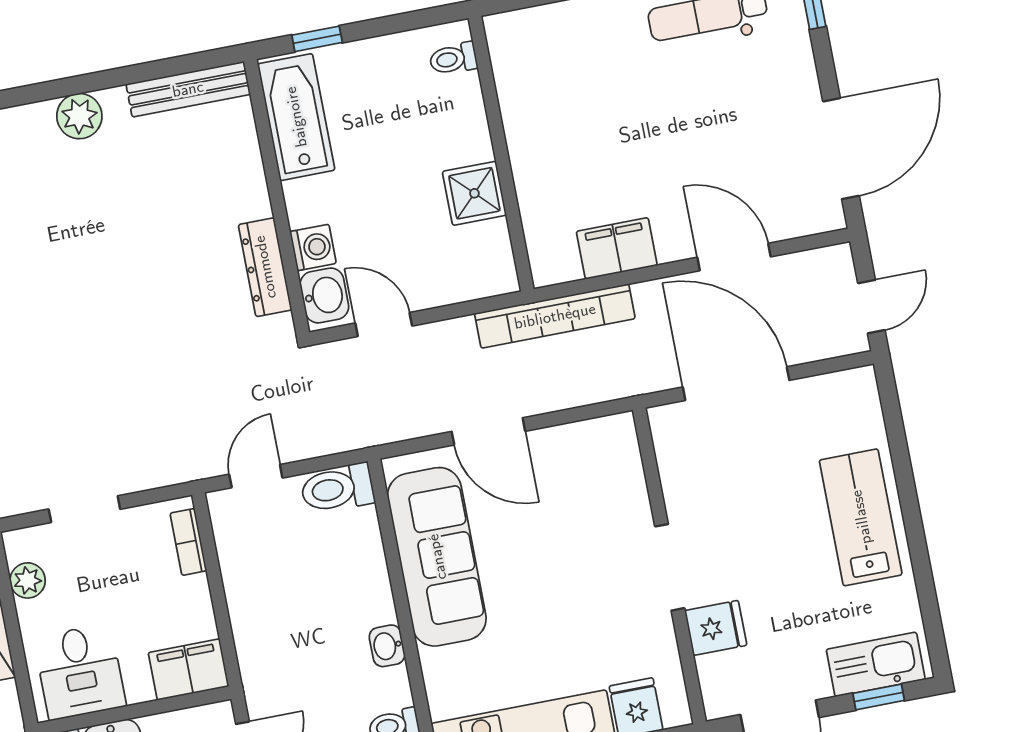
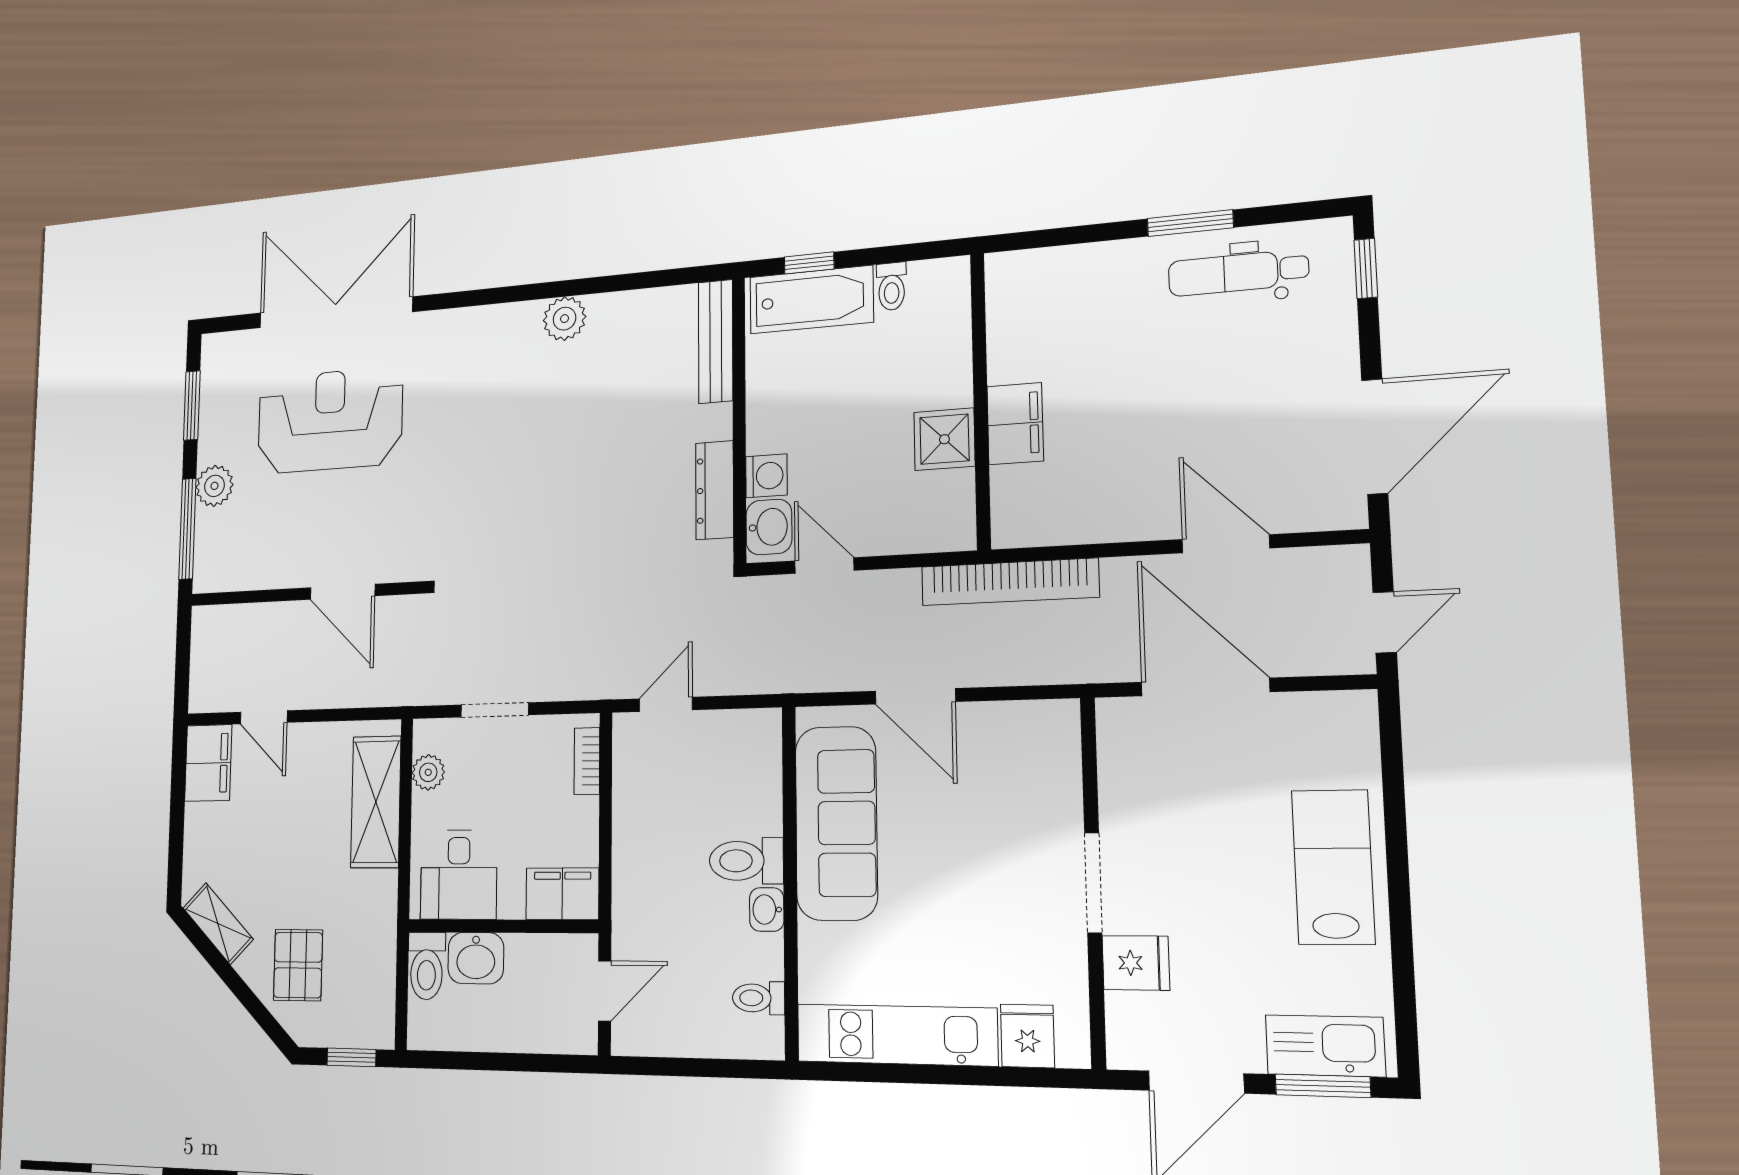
toilet: (453, 59) -> (892, 286), moved, turned -90
bench: (188, 89) -> (716, 341), moved, turned 90
bathtub: (296, 117) -> (811, 300), moved, turned 90
filing cabinet: (617, 248) -> (1015, 424), moved, turned 90
toilet: (337, 488) -> (746, 861), moved
window: (879, 697) -> (1323, 1086), width x1.50

